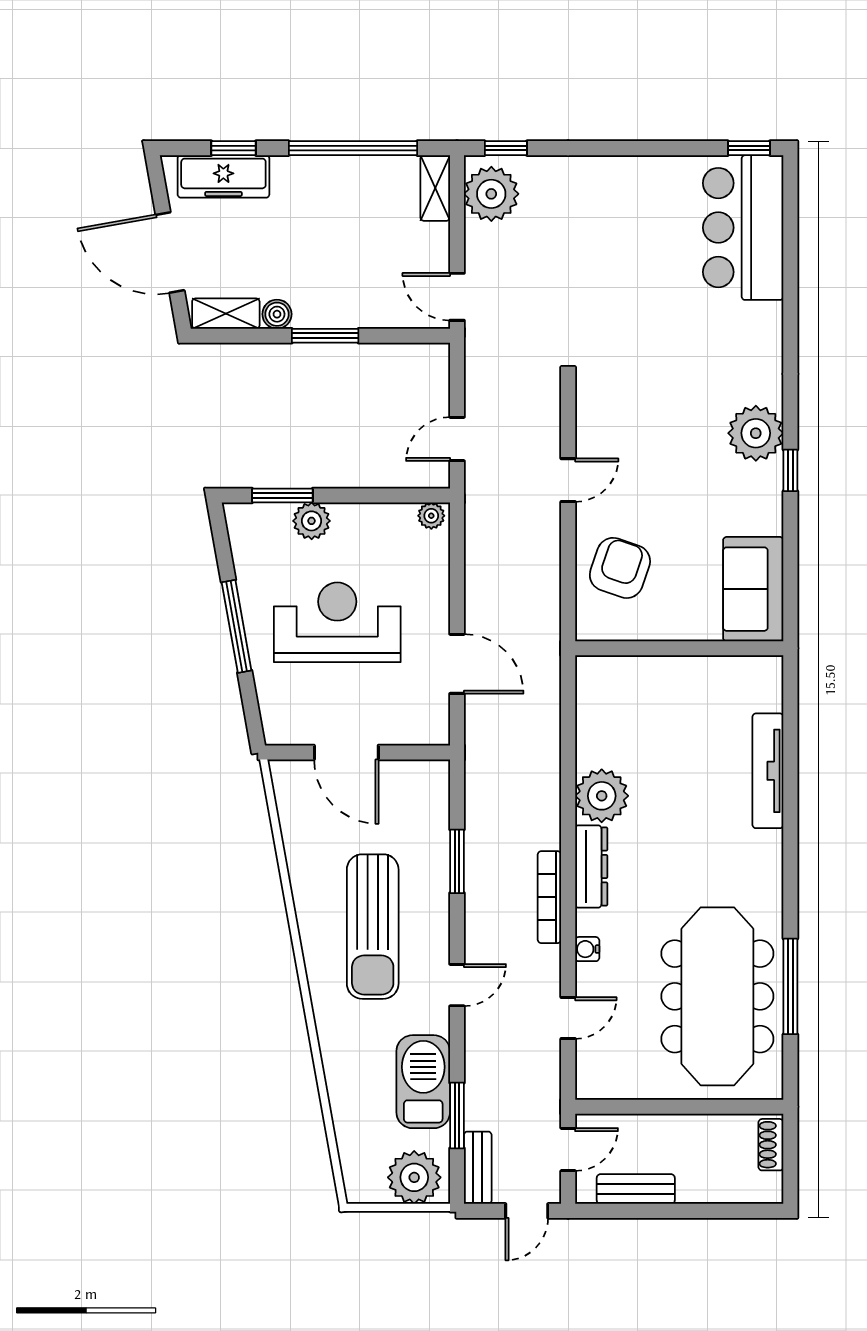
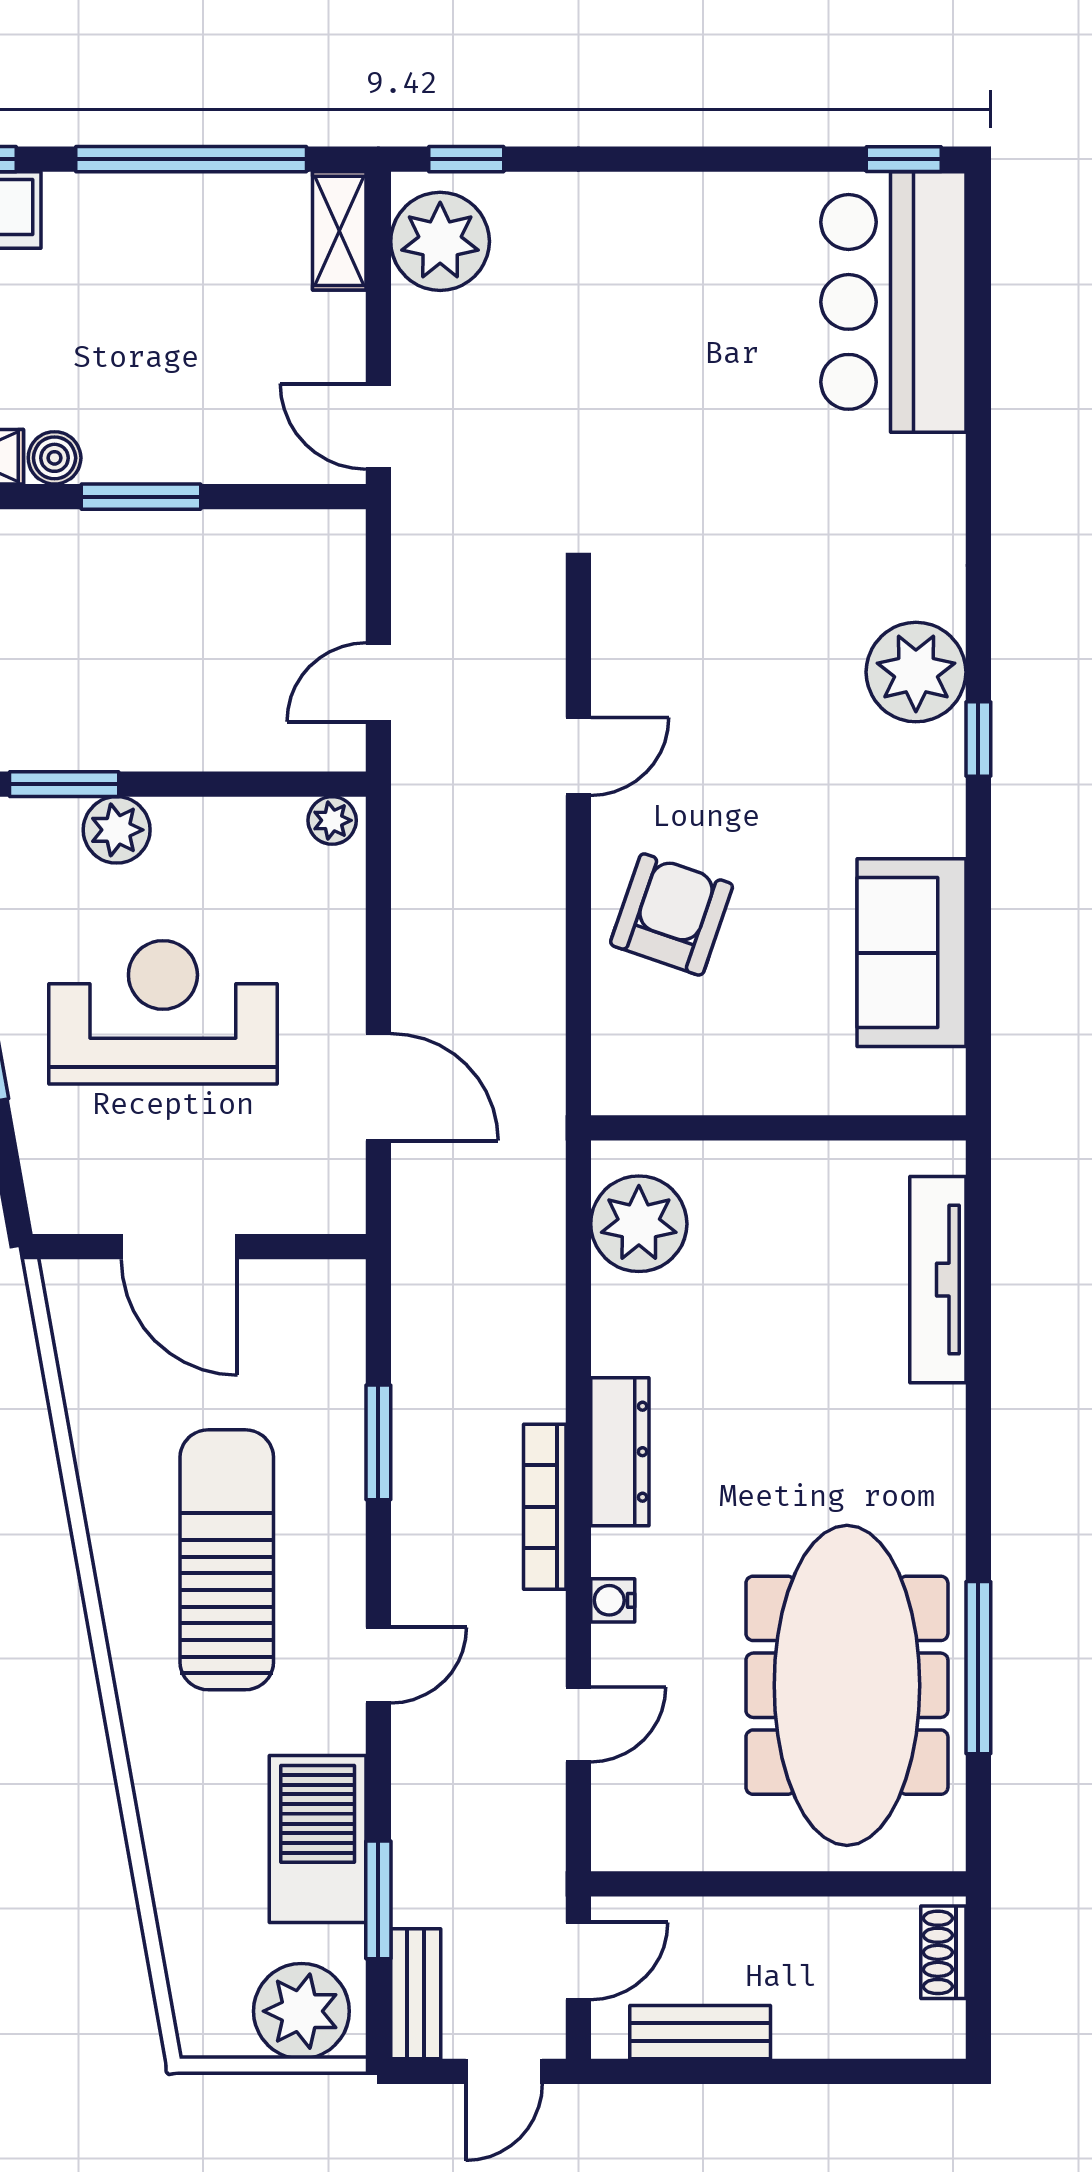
wall: (679, 648) -> (778, 1128), moved
plant: (602, 796) -> (639, 1224), moved
sun lounger: (373, 927) -> (227, 1560), turned 180

